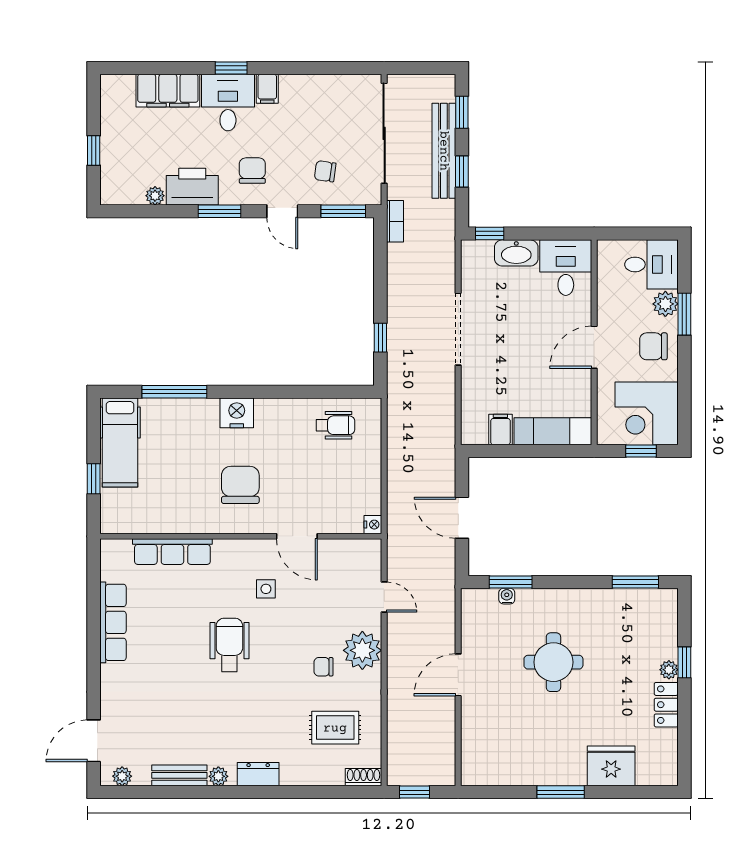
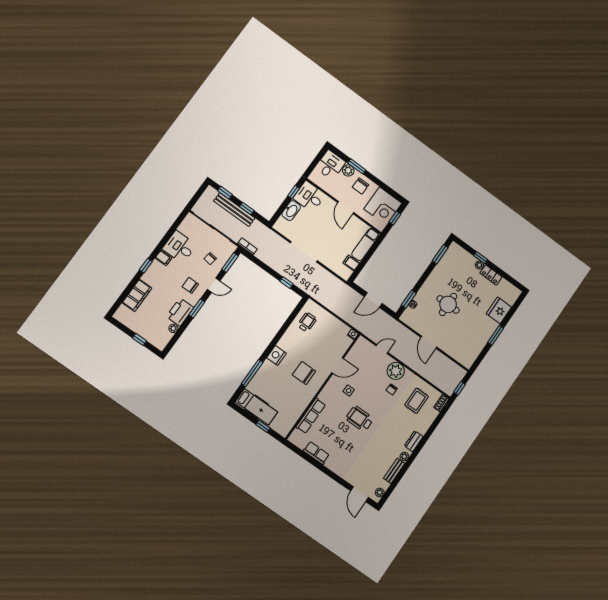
desk: (228, 103) -> (179, 247), moved
window: (490, 234) -> (294, 192), moved
row of seats: (113, 622) -> (316, 453), width x0.68

